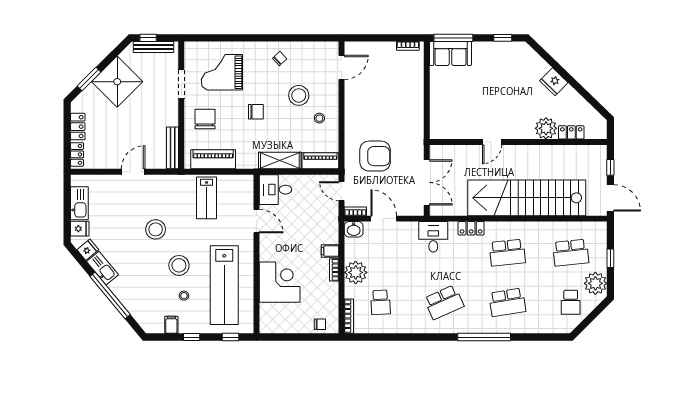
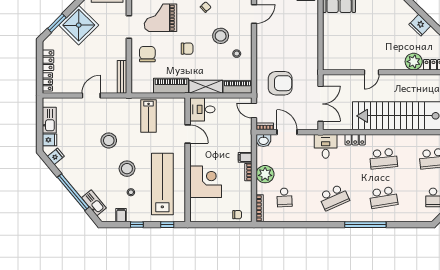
piano: (213, 159) -> (171, 86), moved
kitchen sink: (103, 268) -> (94, 203), moved
lab bench: (224, 285) -> (162, 184), turned 180

